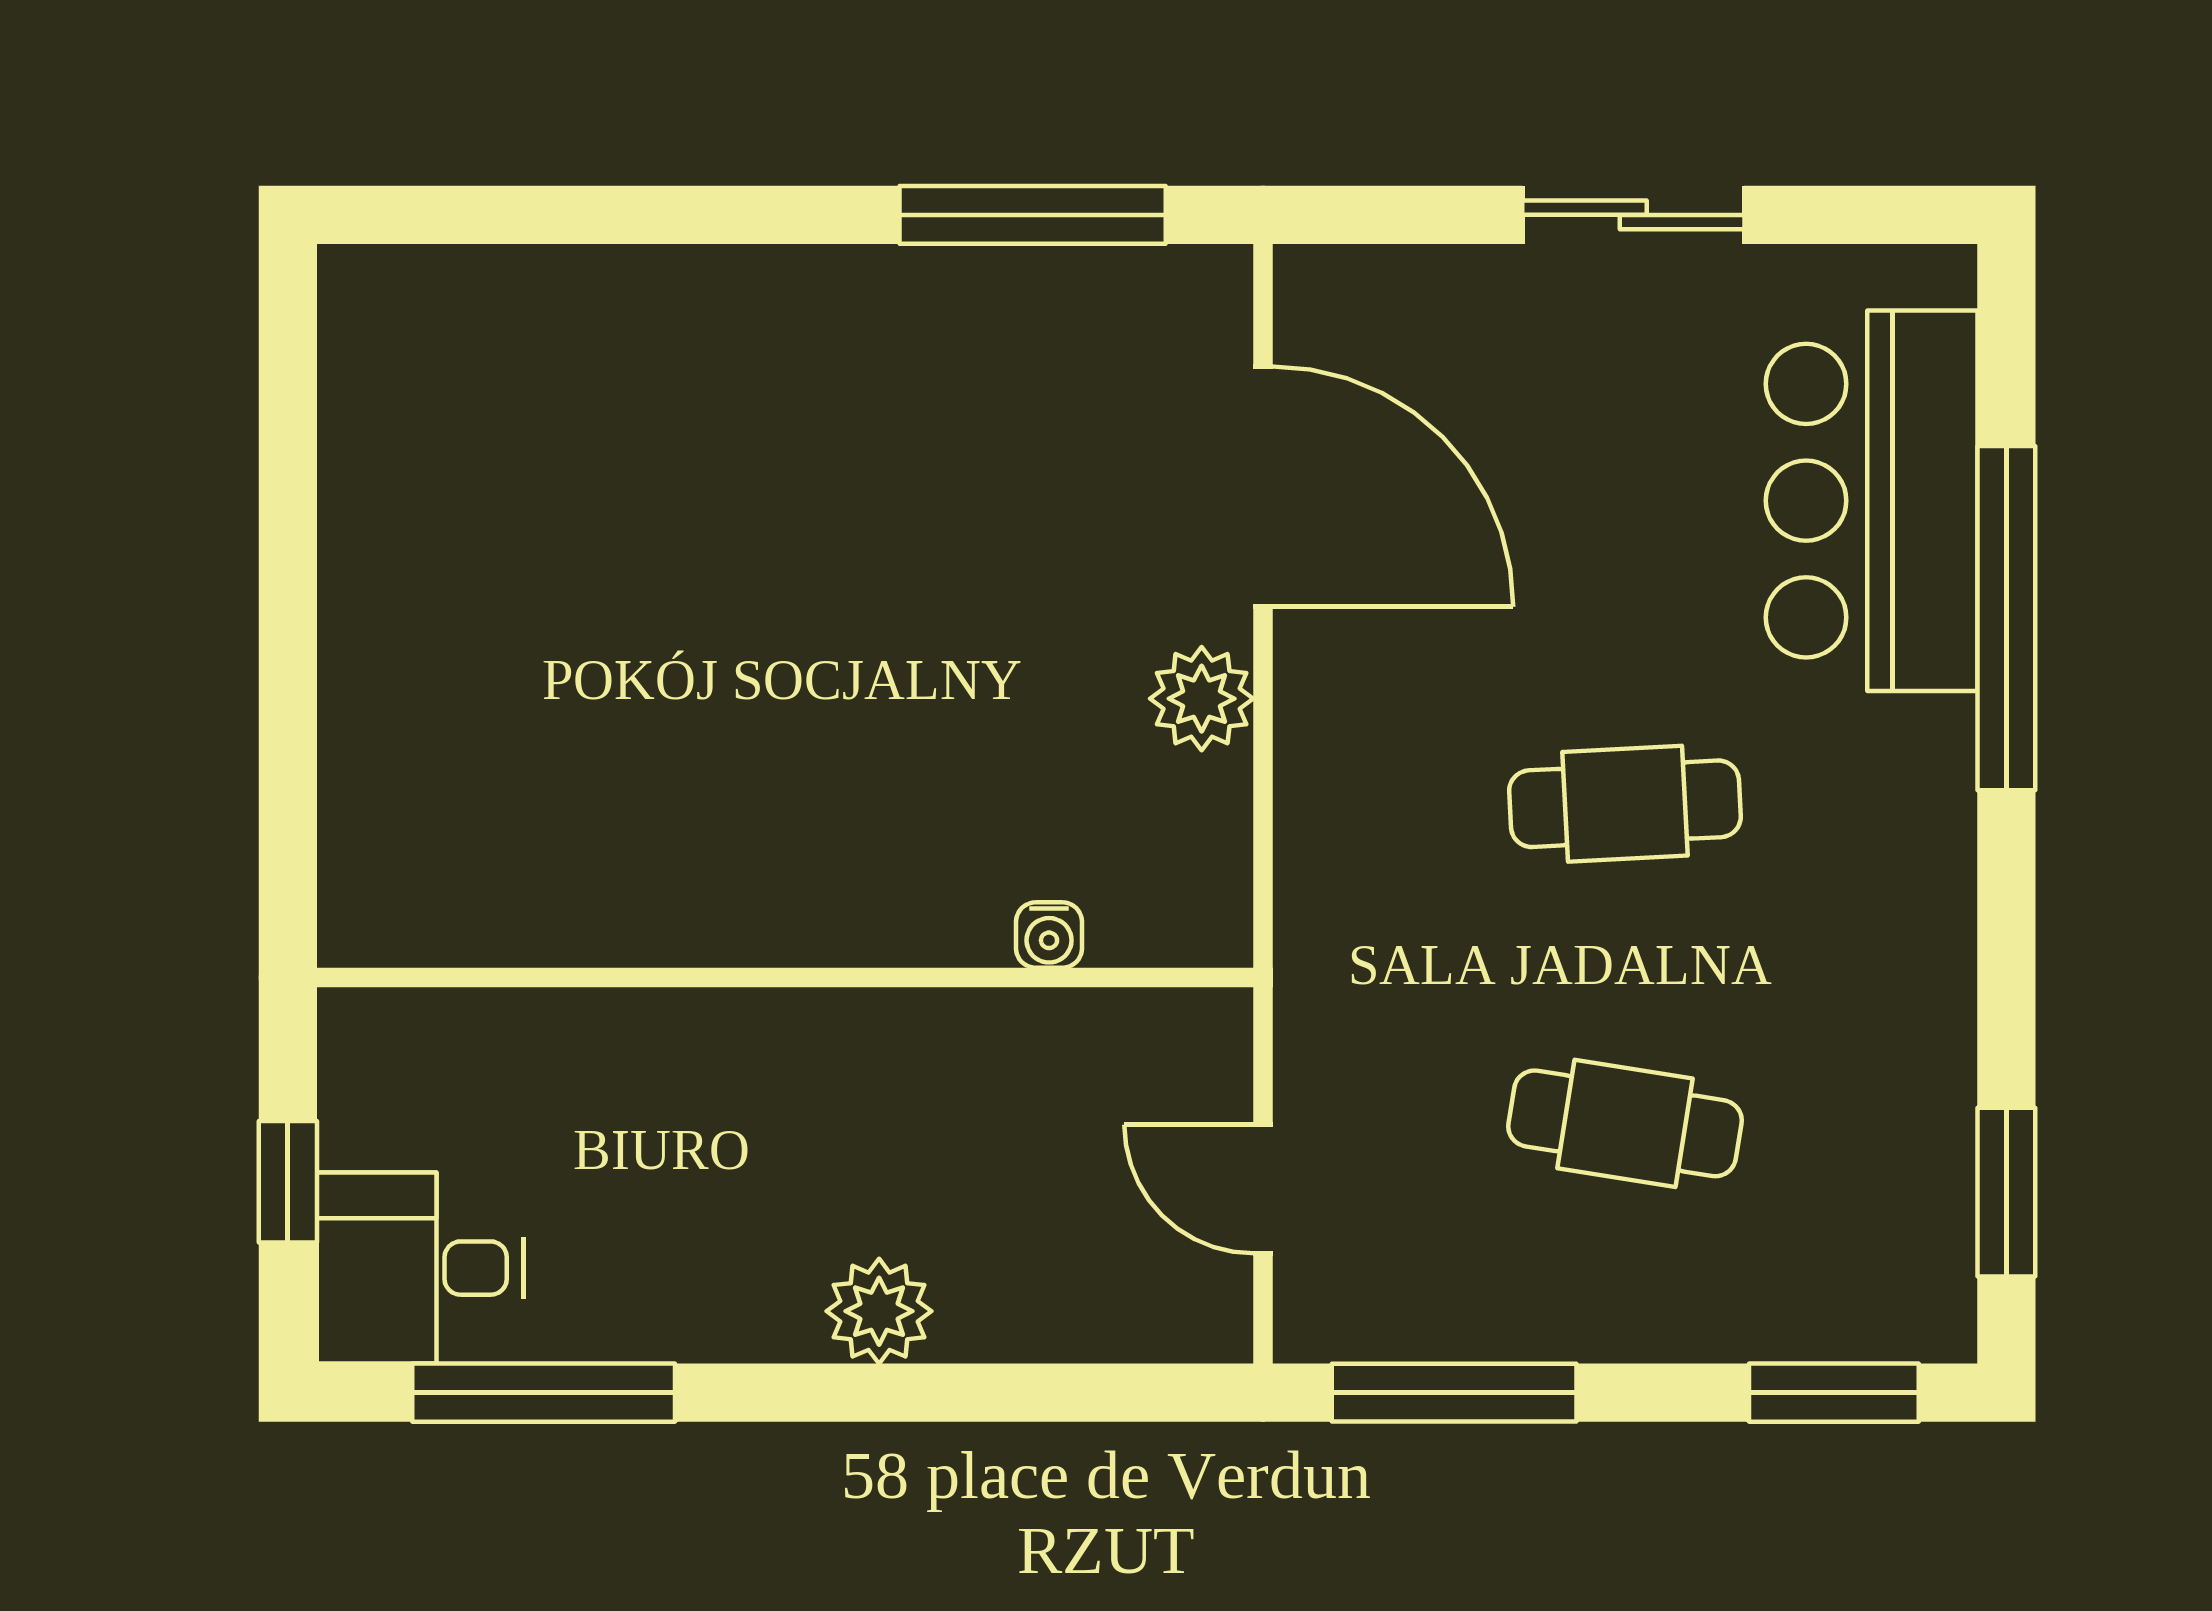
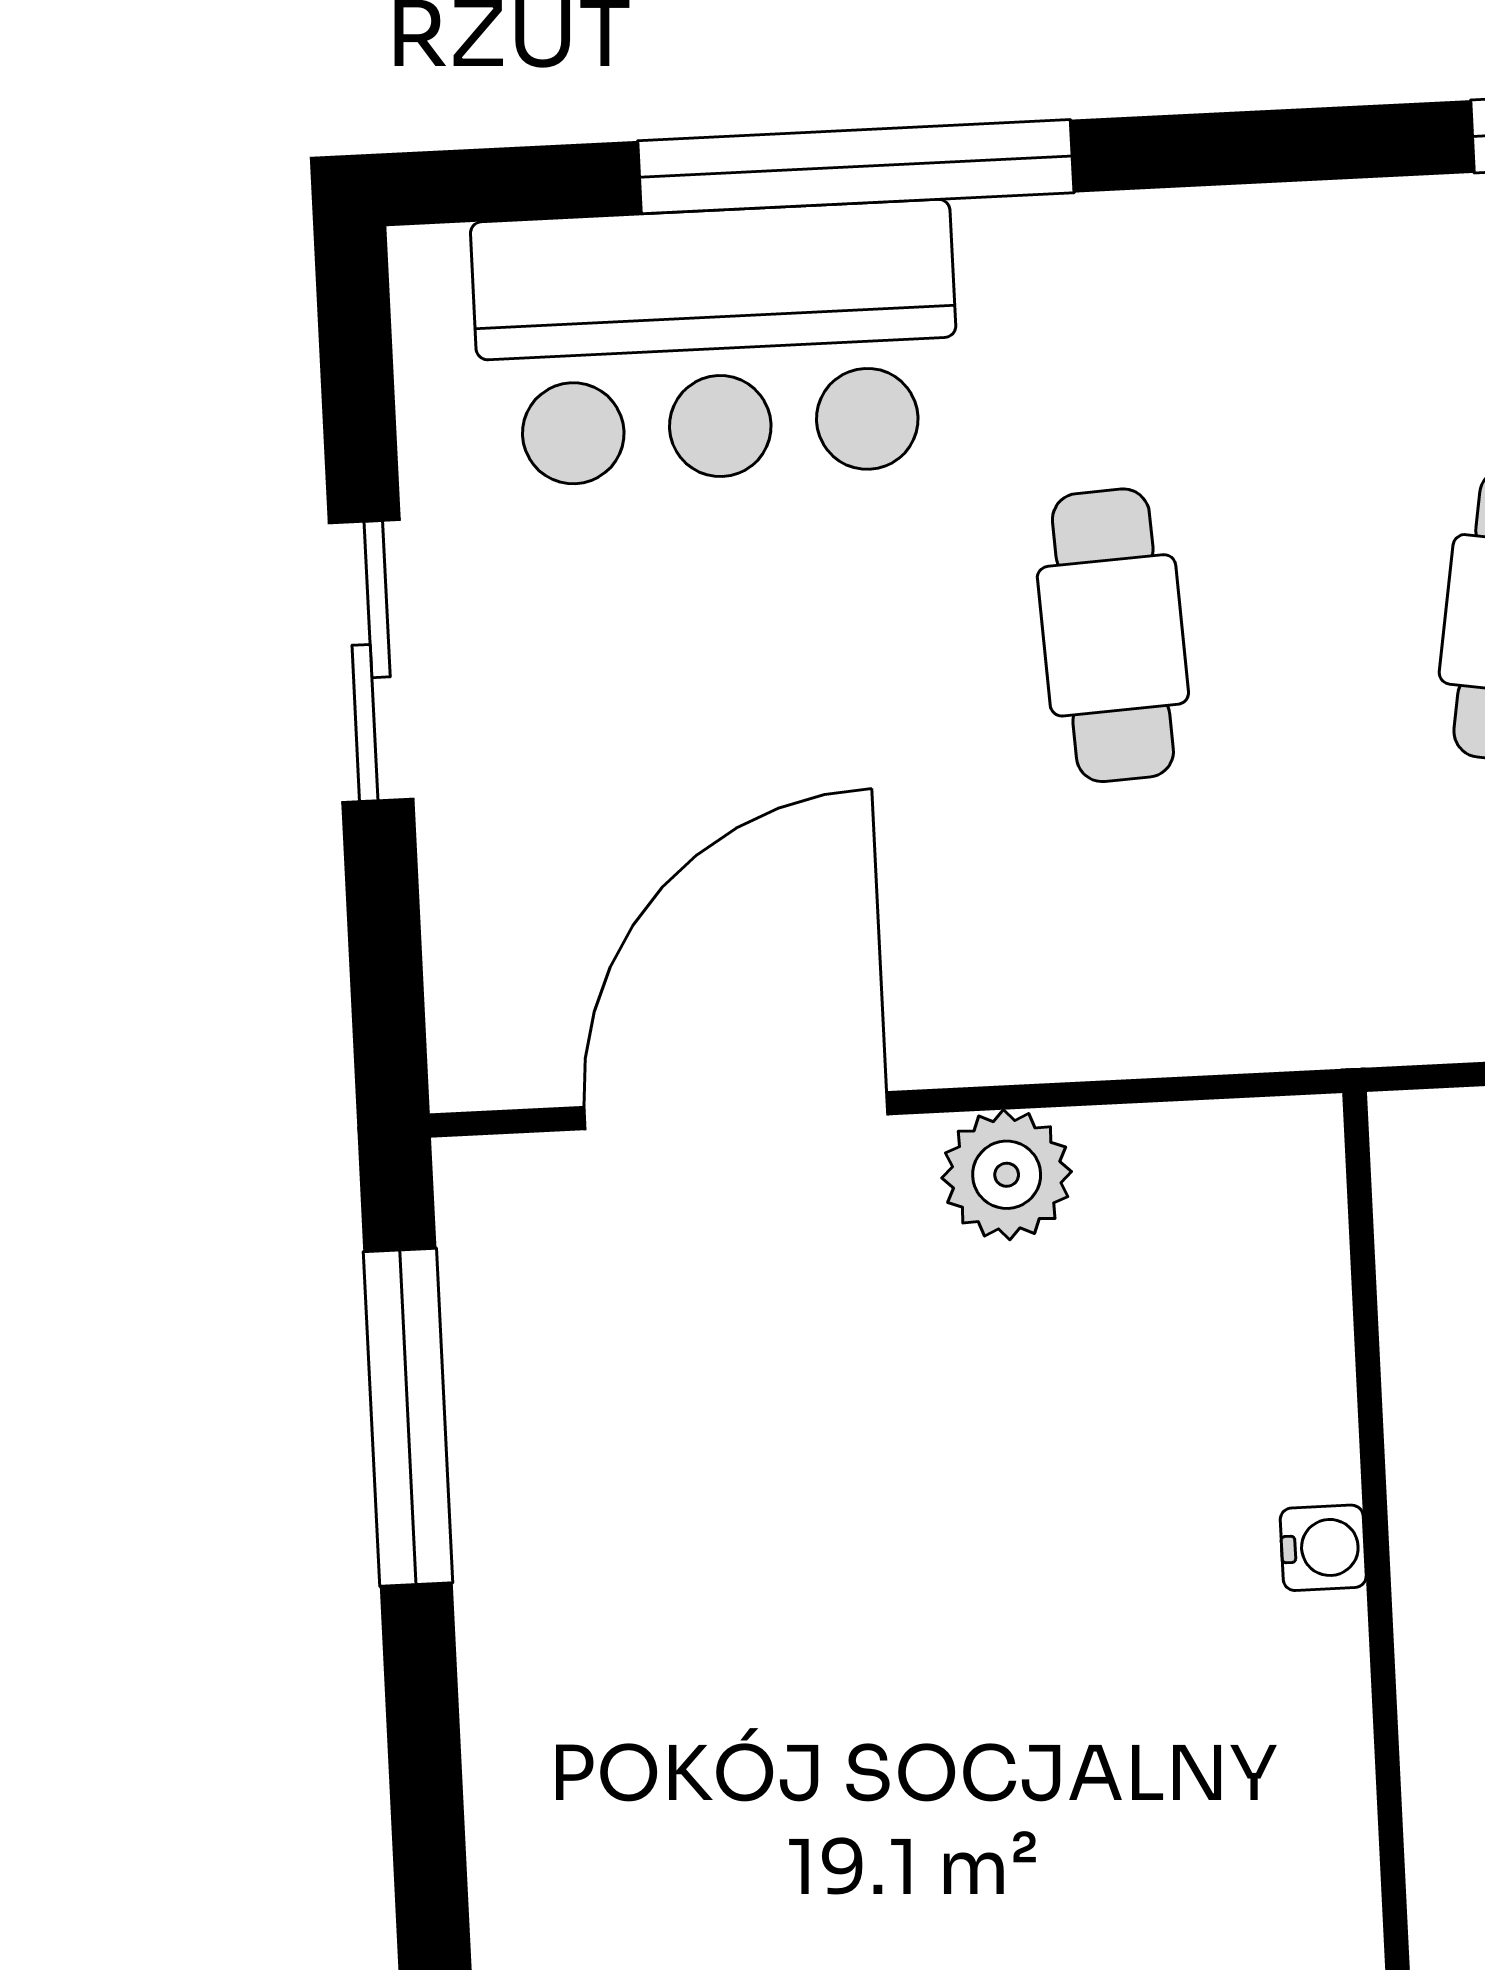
water cooler: (1049, 935) -> (1323, 1548), moved

